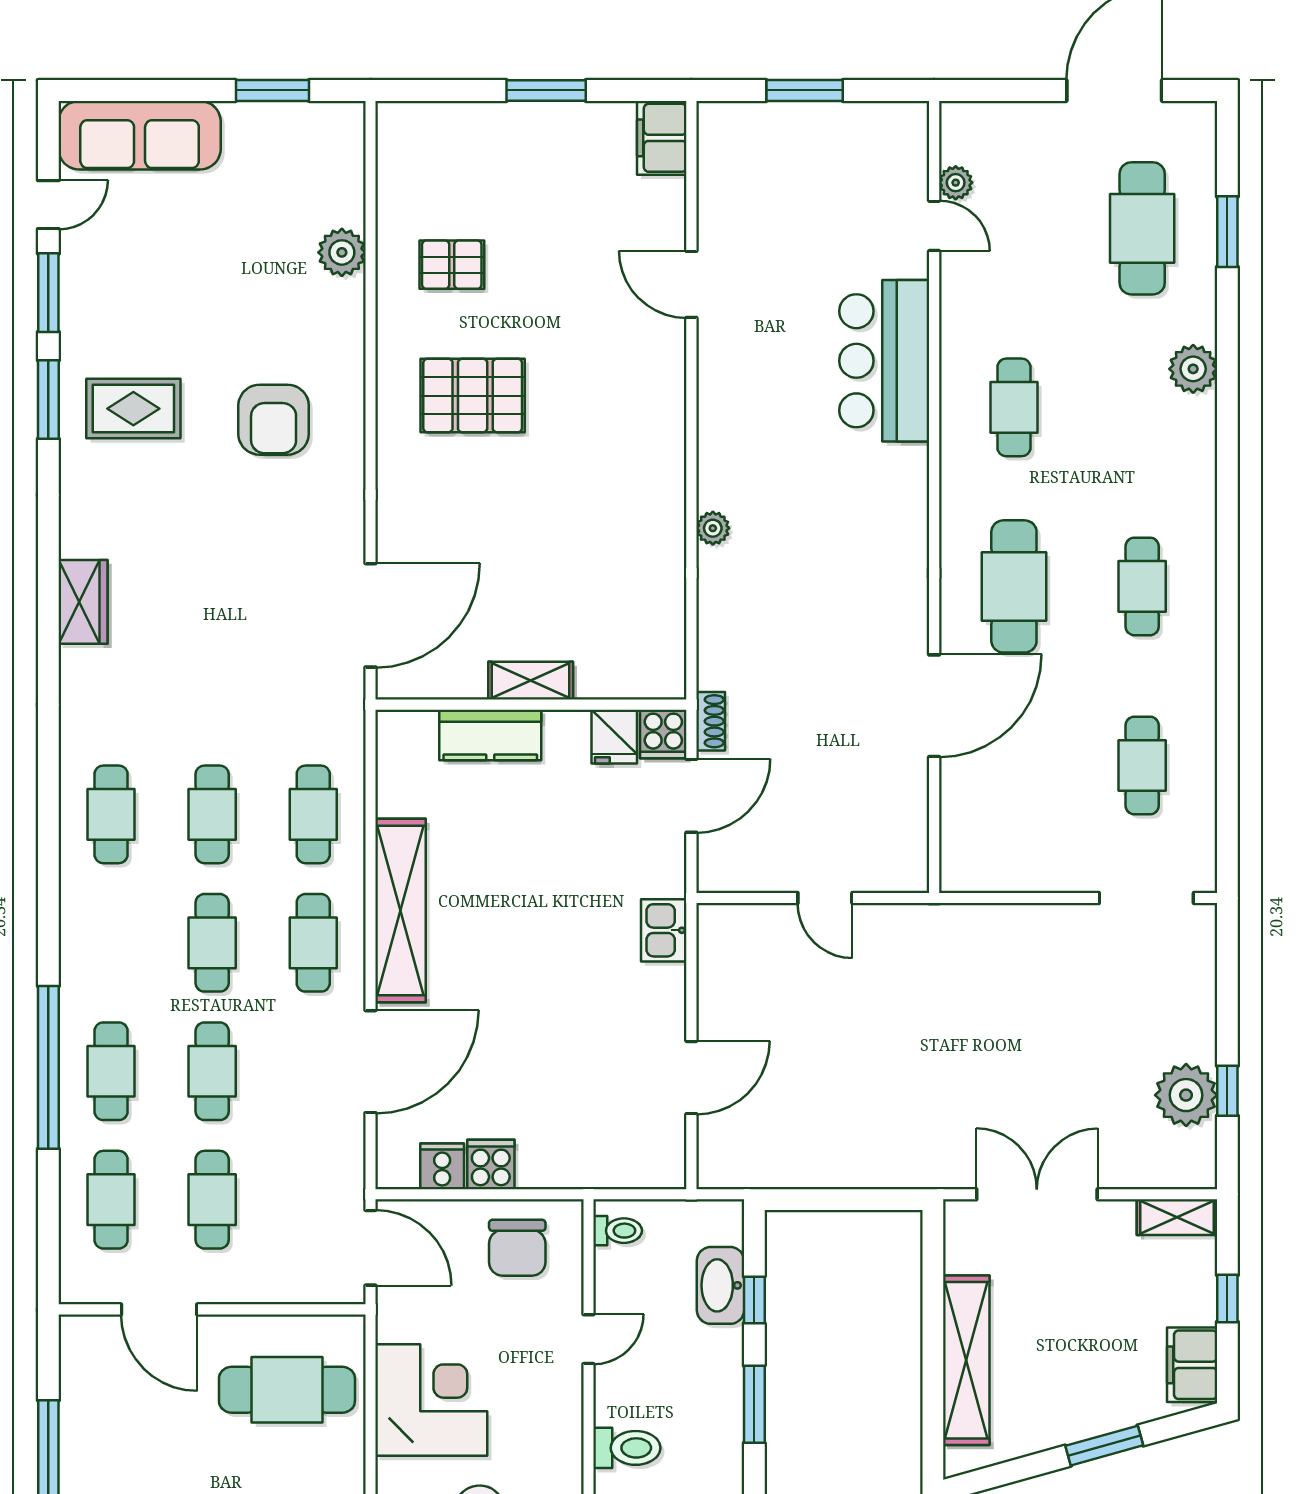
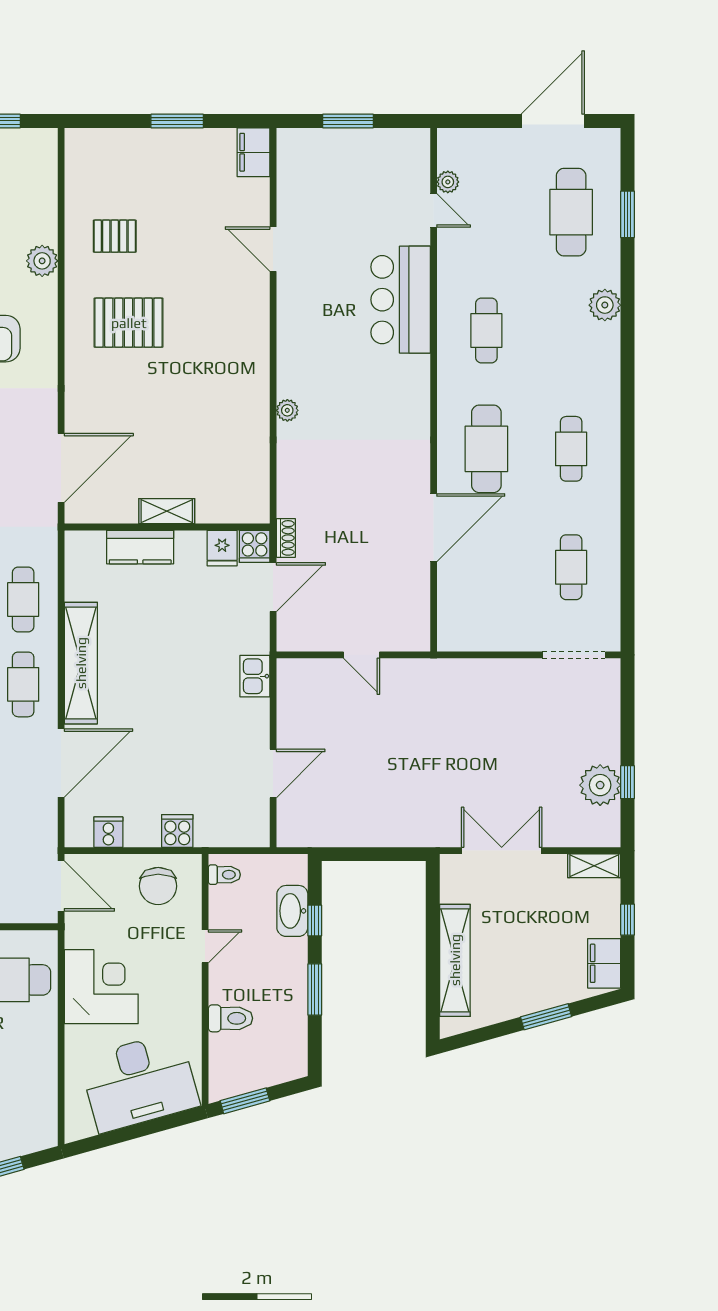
plant: (342, 252) -> (42, 261), moved
cooker: (491, 1164) -> (177, 831), moved

